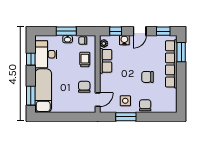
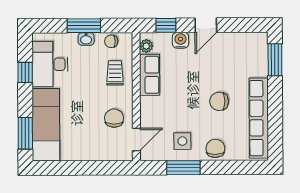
window: (163, 31) -> (245, 25), removed
row of seats: (171, 64) -> (259, 118), moved

